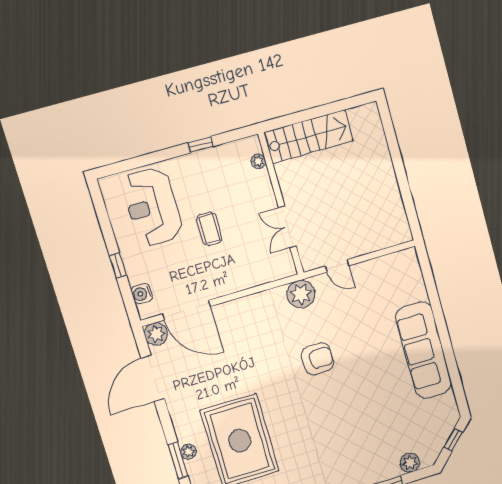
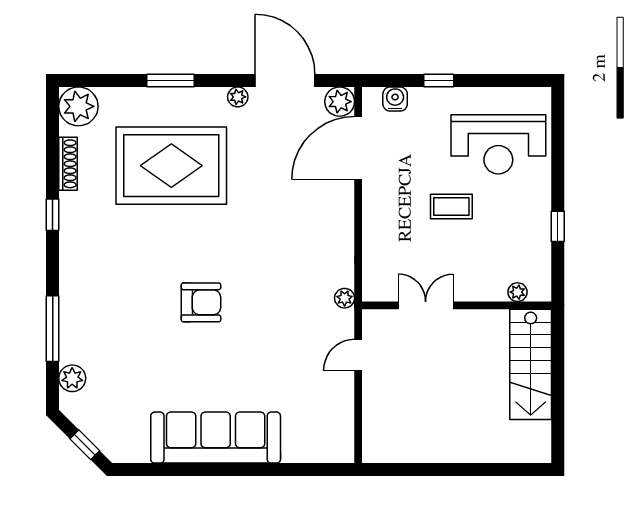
reception desk: (152, 207) -> (498, 144), turned 180
plant: (301, 294) -> (345, 298), width x0.53, depth x0.53
armchair: (318, 359) -> (201, 302), moved, turned -90
plant: (188, 452) -> (238, 97), moved

